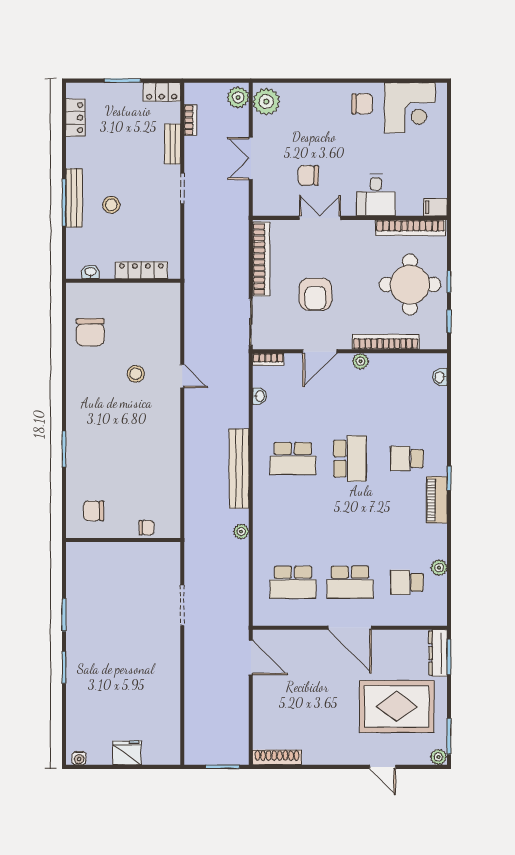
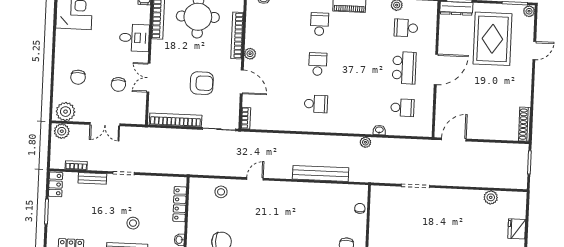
chair: (362, 104) -> (78, 77), moved, turned 180
stool: (136, 374) -> (221, 192), moved
washbasin: (260, 396) -> (379, 130), moved
school desk: (293, 459) -> (316, 104), width x0.54
school desk: (350, 459) -> (318, 64), width x0.54
school desk: (407, 459) -> (319, 24), turned 180
bench: (239, 469) -> (321, 173), moved
school desk: (293, 582) -> (402, 108), width x0.54
school desk: (407, 582) -> (406, 28), turned 90
plant: (170, 714) -> (491, 197), added

